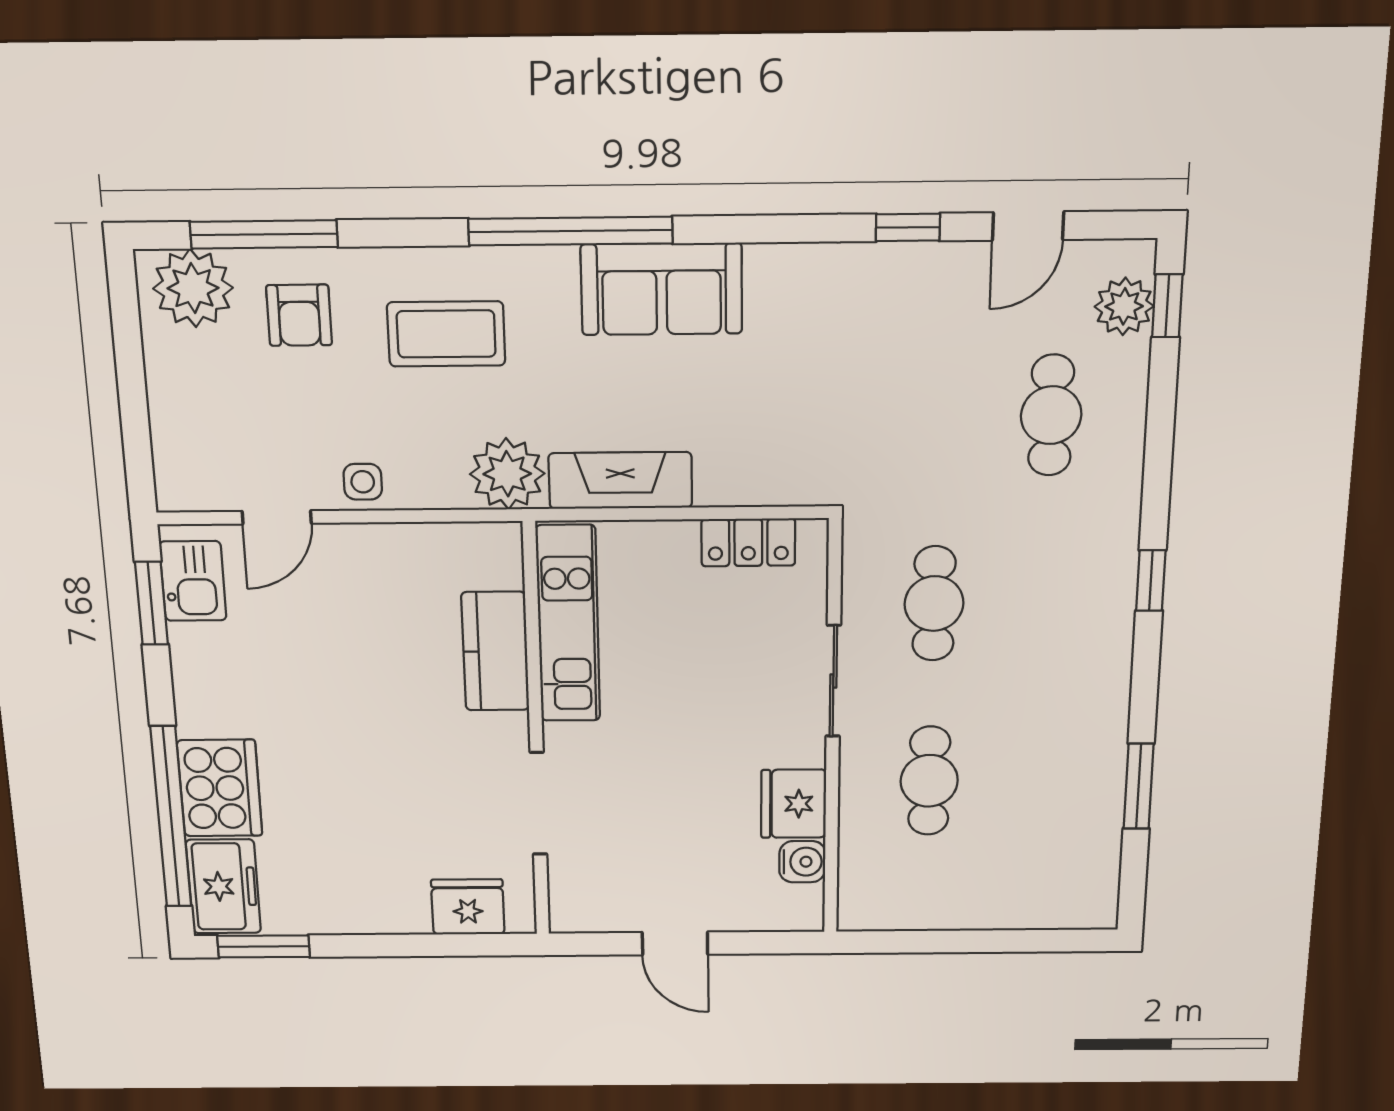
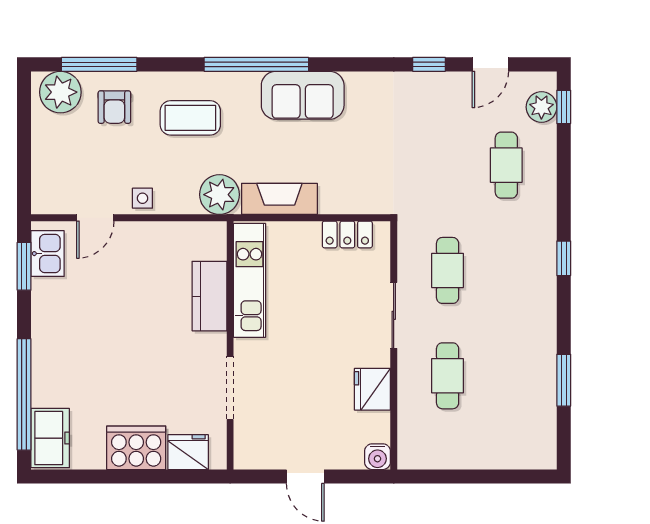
cooker: (220, 788) -> (136, 448), moved, turned -90
water cooler: (802, 862) -> (377, 457), moved, turned 90
window: (264, 946) -> (70, 477), removed

